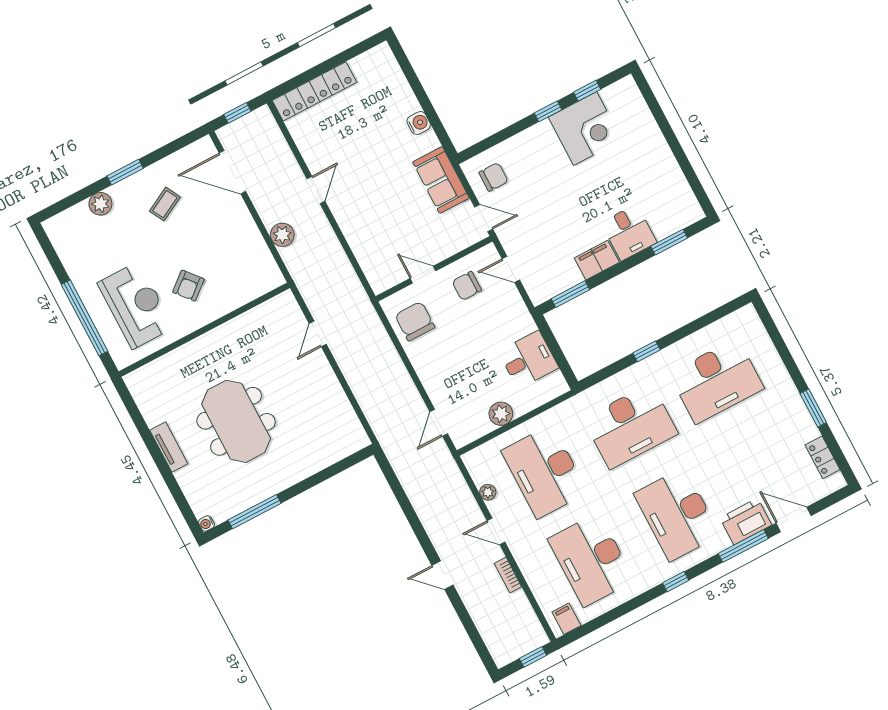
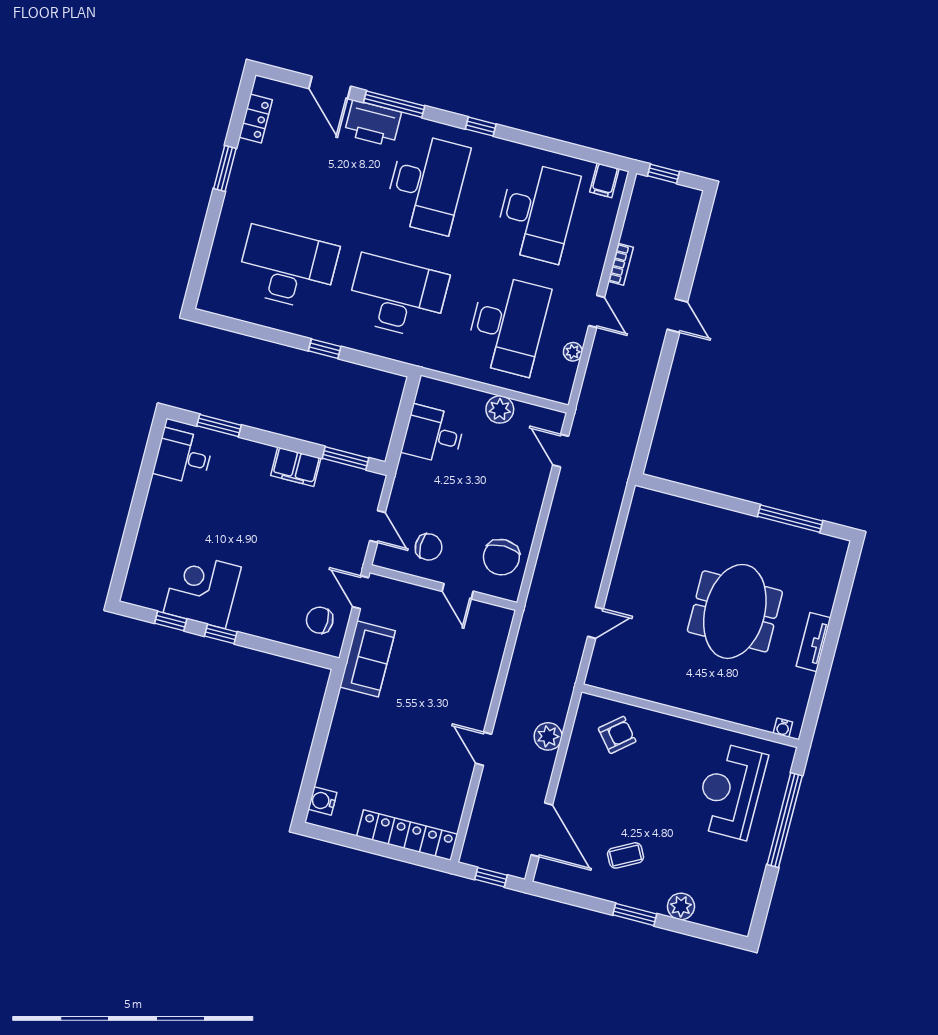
water cooler: (419, 123) -> (323, 801), moved
door: (316, 190) -> (484, 749), hinge flipped
desk: (629, 233) -> (183, 457), moved, turned -90
armchair: (188, 286) -> (617, 735), moved
door: (439, 423) -> (561, 451), swing flipped
water cooler: (206, 523) -> (783, 728), moved, turned 90

